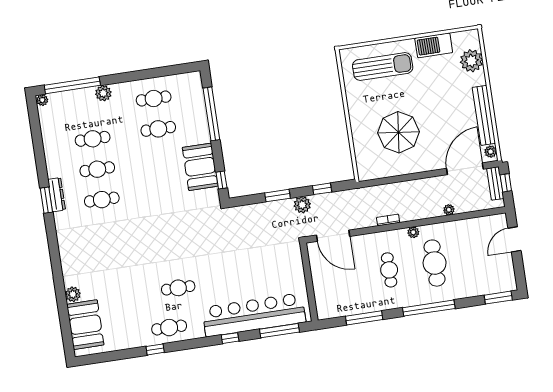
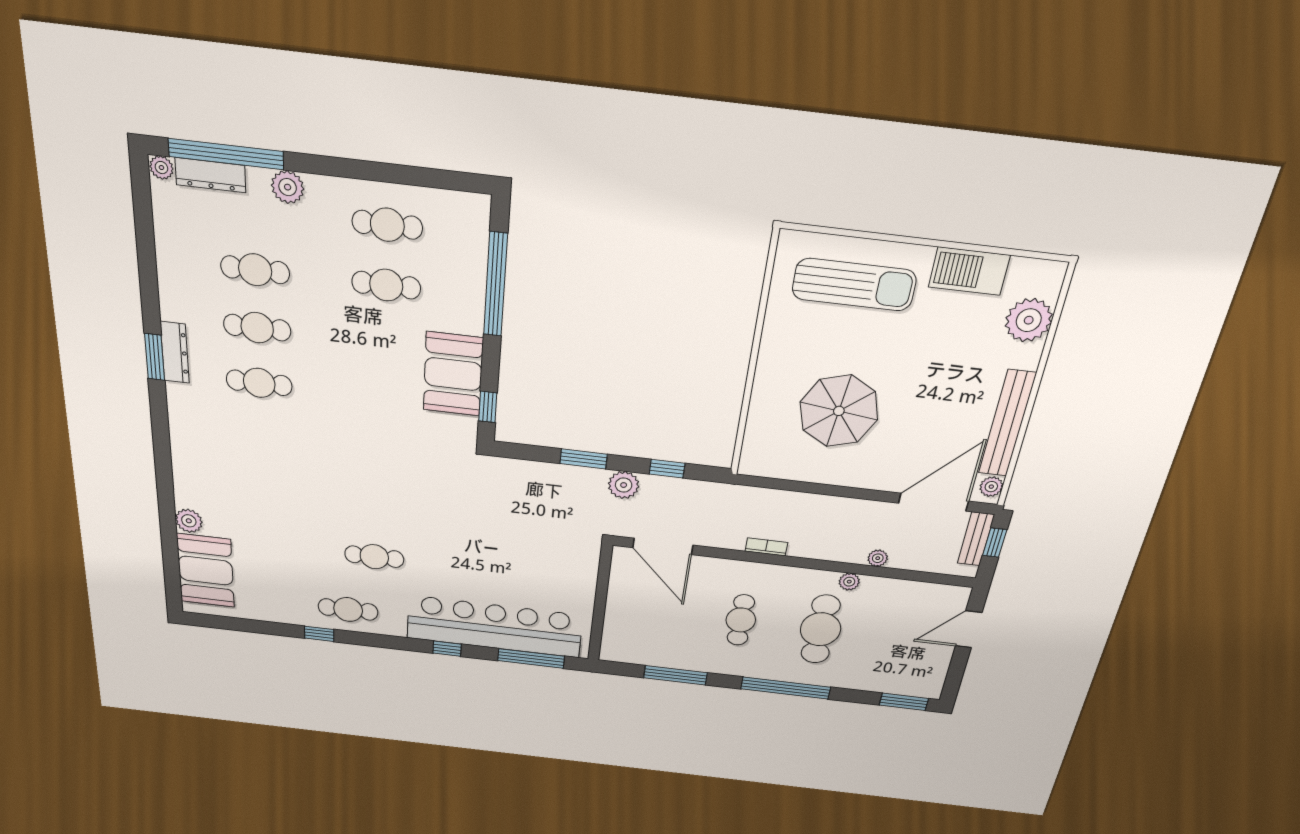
dresser: (66, 97) -> (210, 175), added
plant: (413, 232) -> (849, 582), moved

